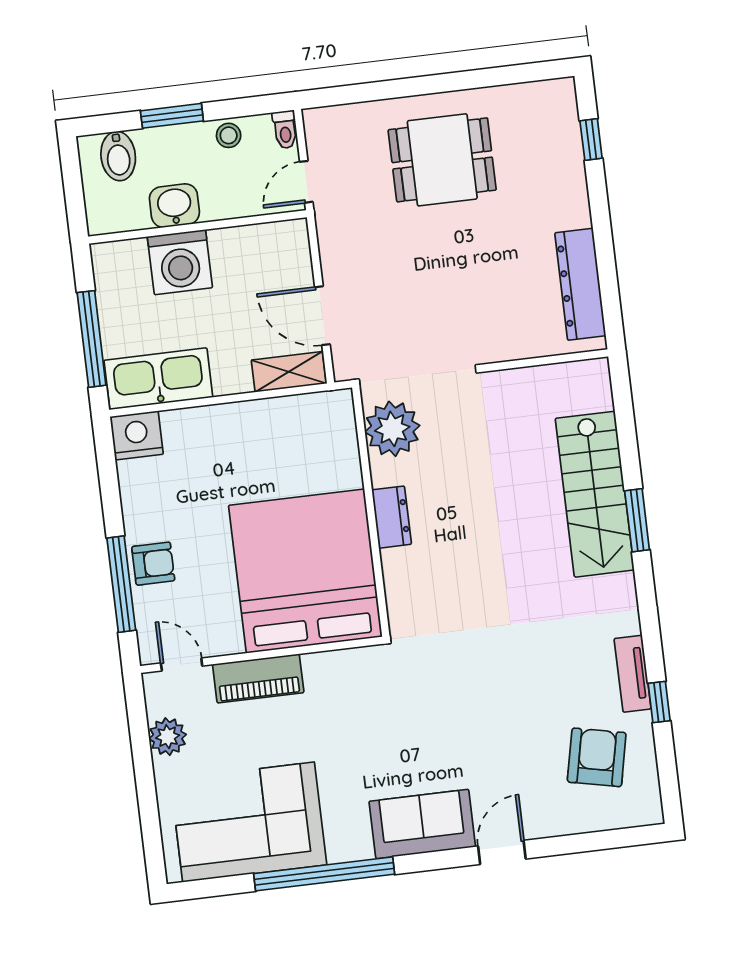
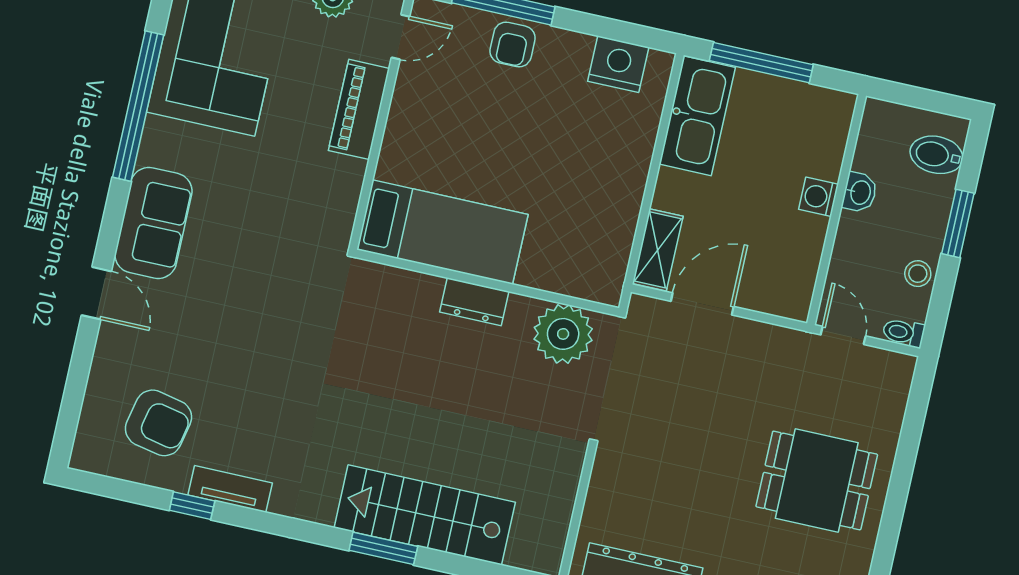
dining table: (442, 160) -> (817, 480), turned 90
washbasin: (174, 206) -> (860, 192), width x0.72, depth x0.69
washing machine: (180, 262) -> (819, 197), width x0.53, depth x0.53
nightstand: (137, 435) -> (618, 64), moved, turned -90
bed: (305, 571) -> (442, 232), width x0.49

